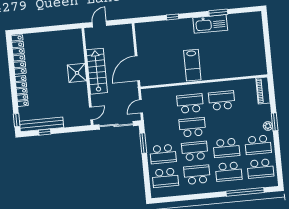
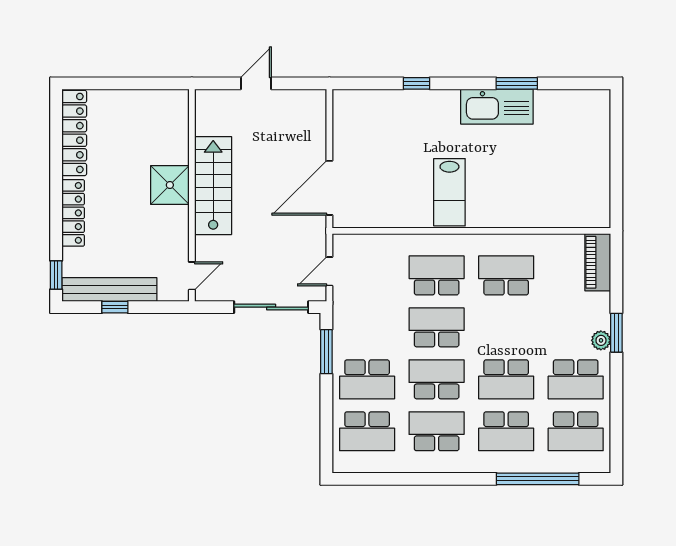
stairs: (97, 71) -> (213, 186), moved
shower: (77, 73) -> (170, 185), moved
wall: (88, 77) -> (192, 195), moved
door: (91, 113) -> (192, 276), moved

